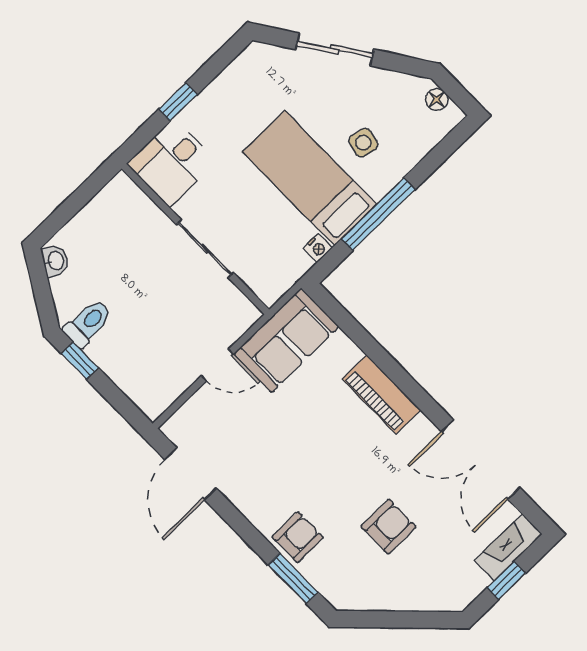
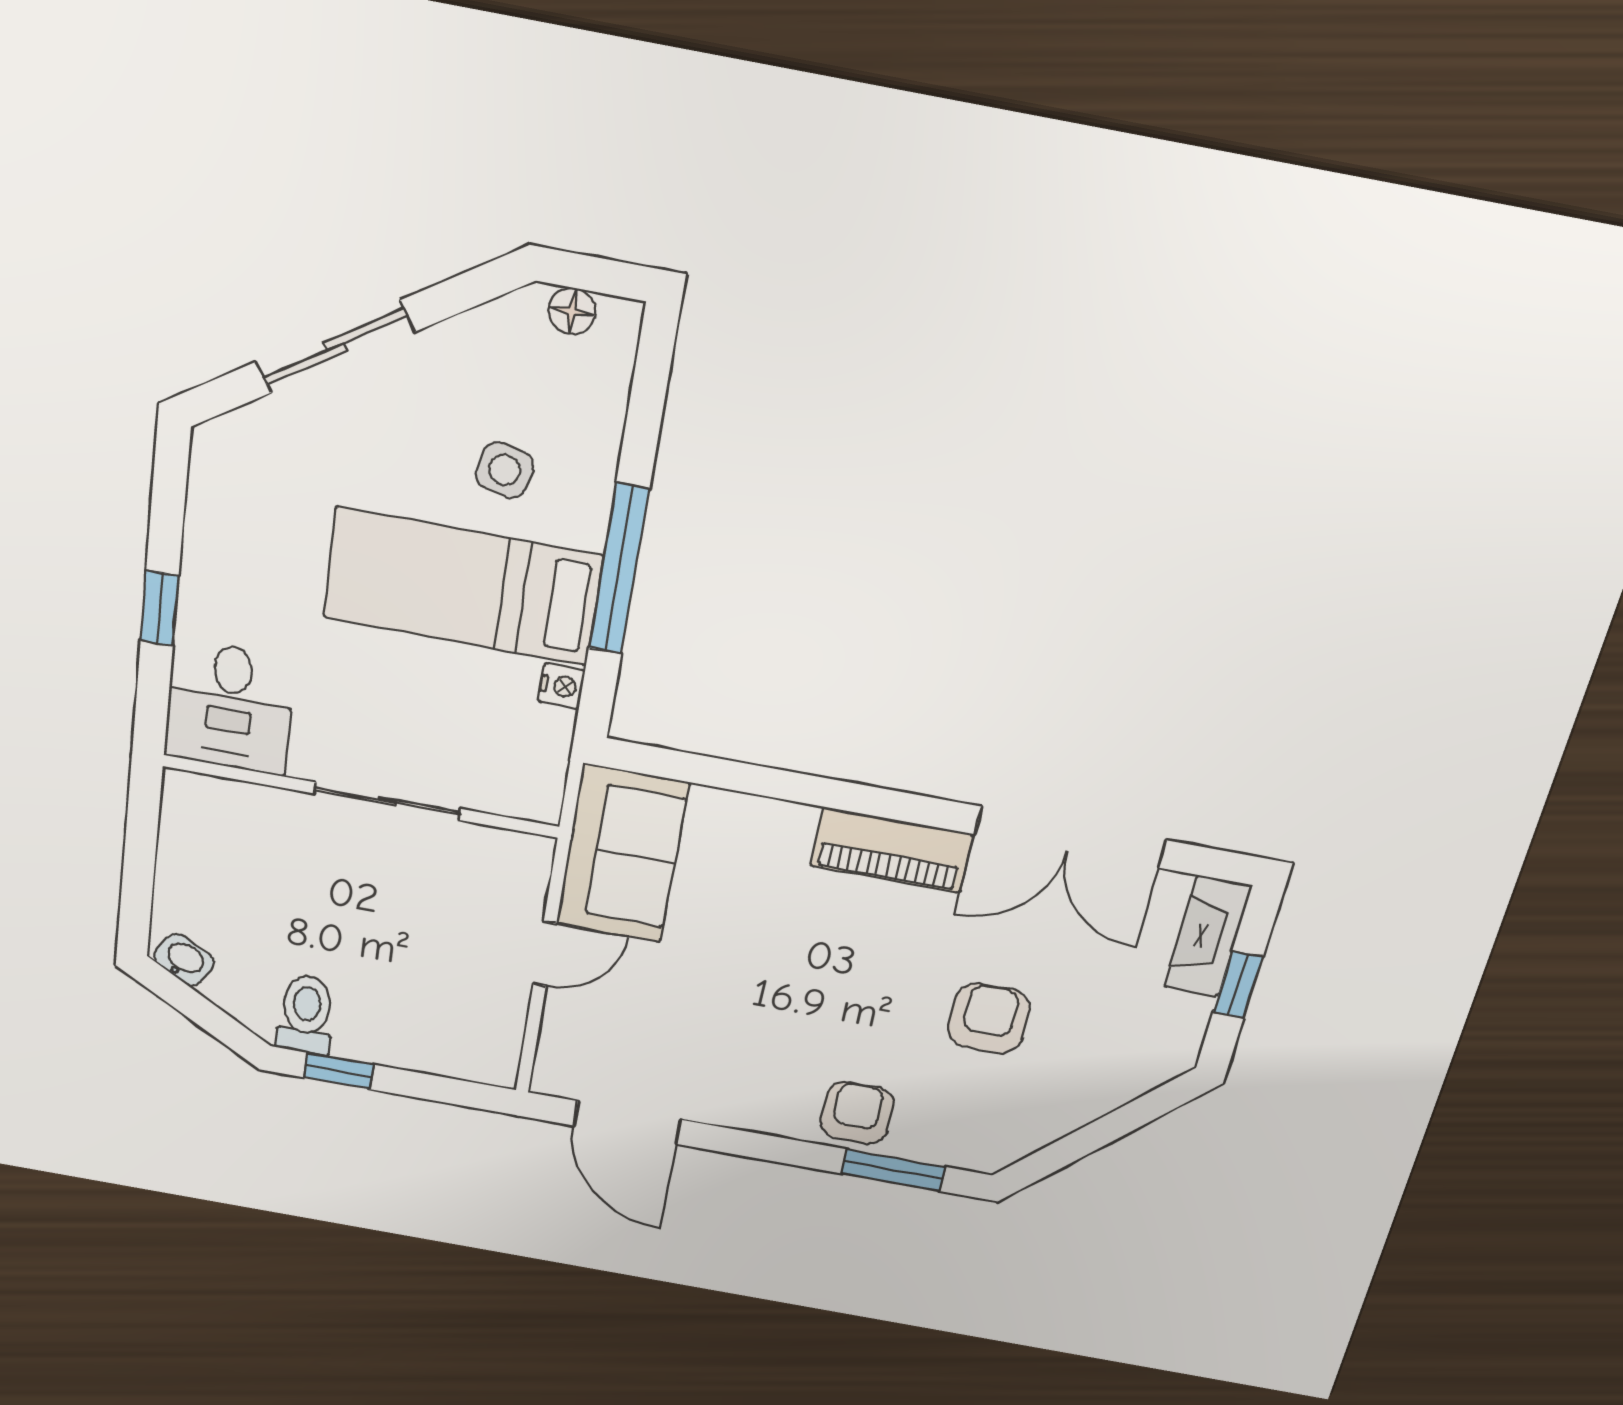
piano: (381, 394) -> (892, 850), moved

